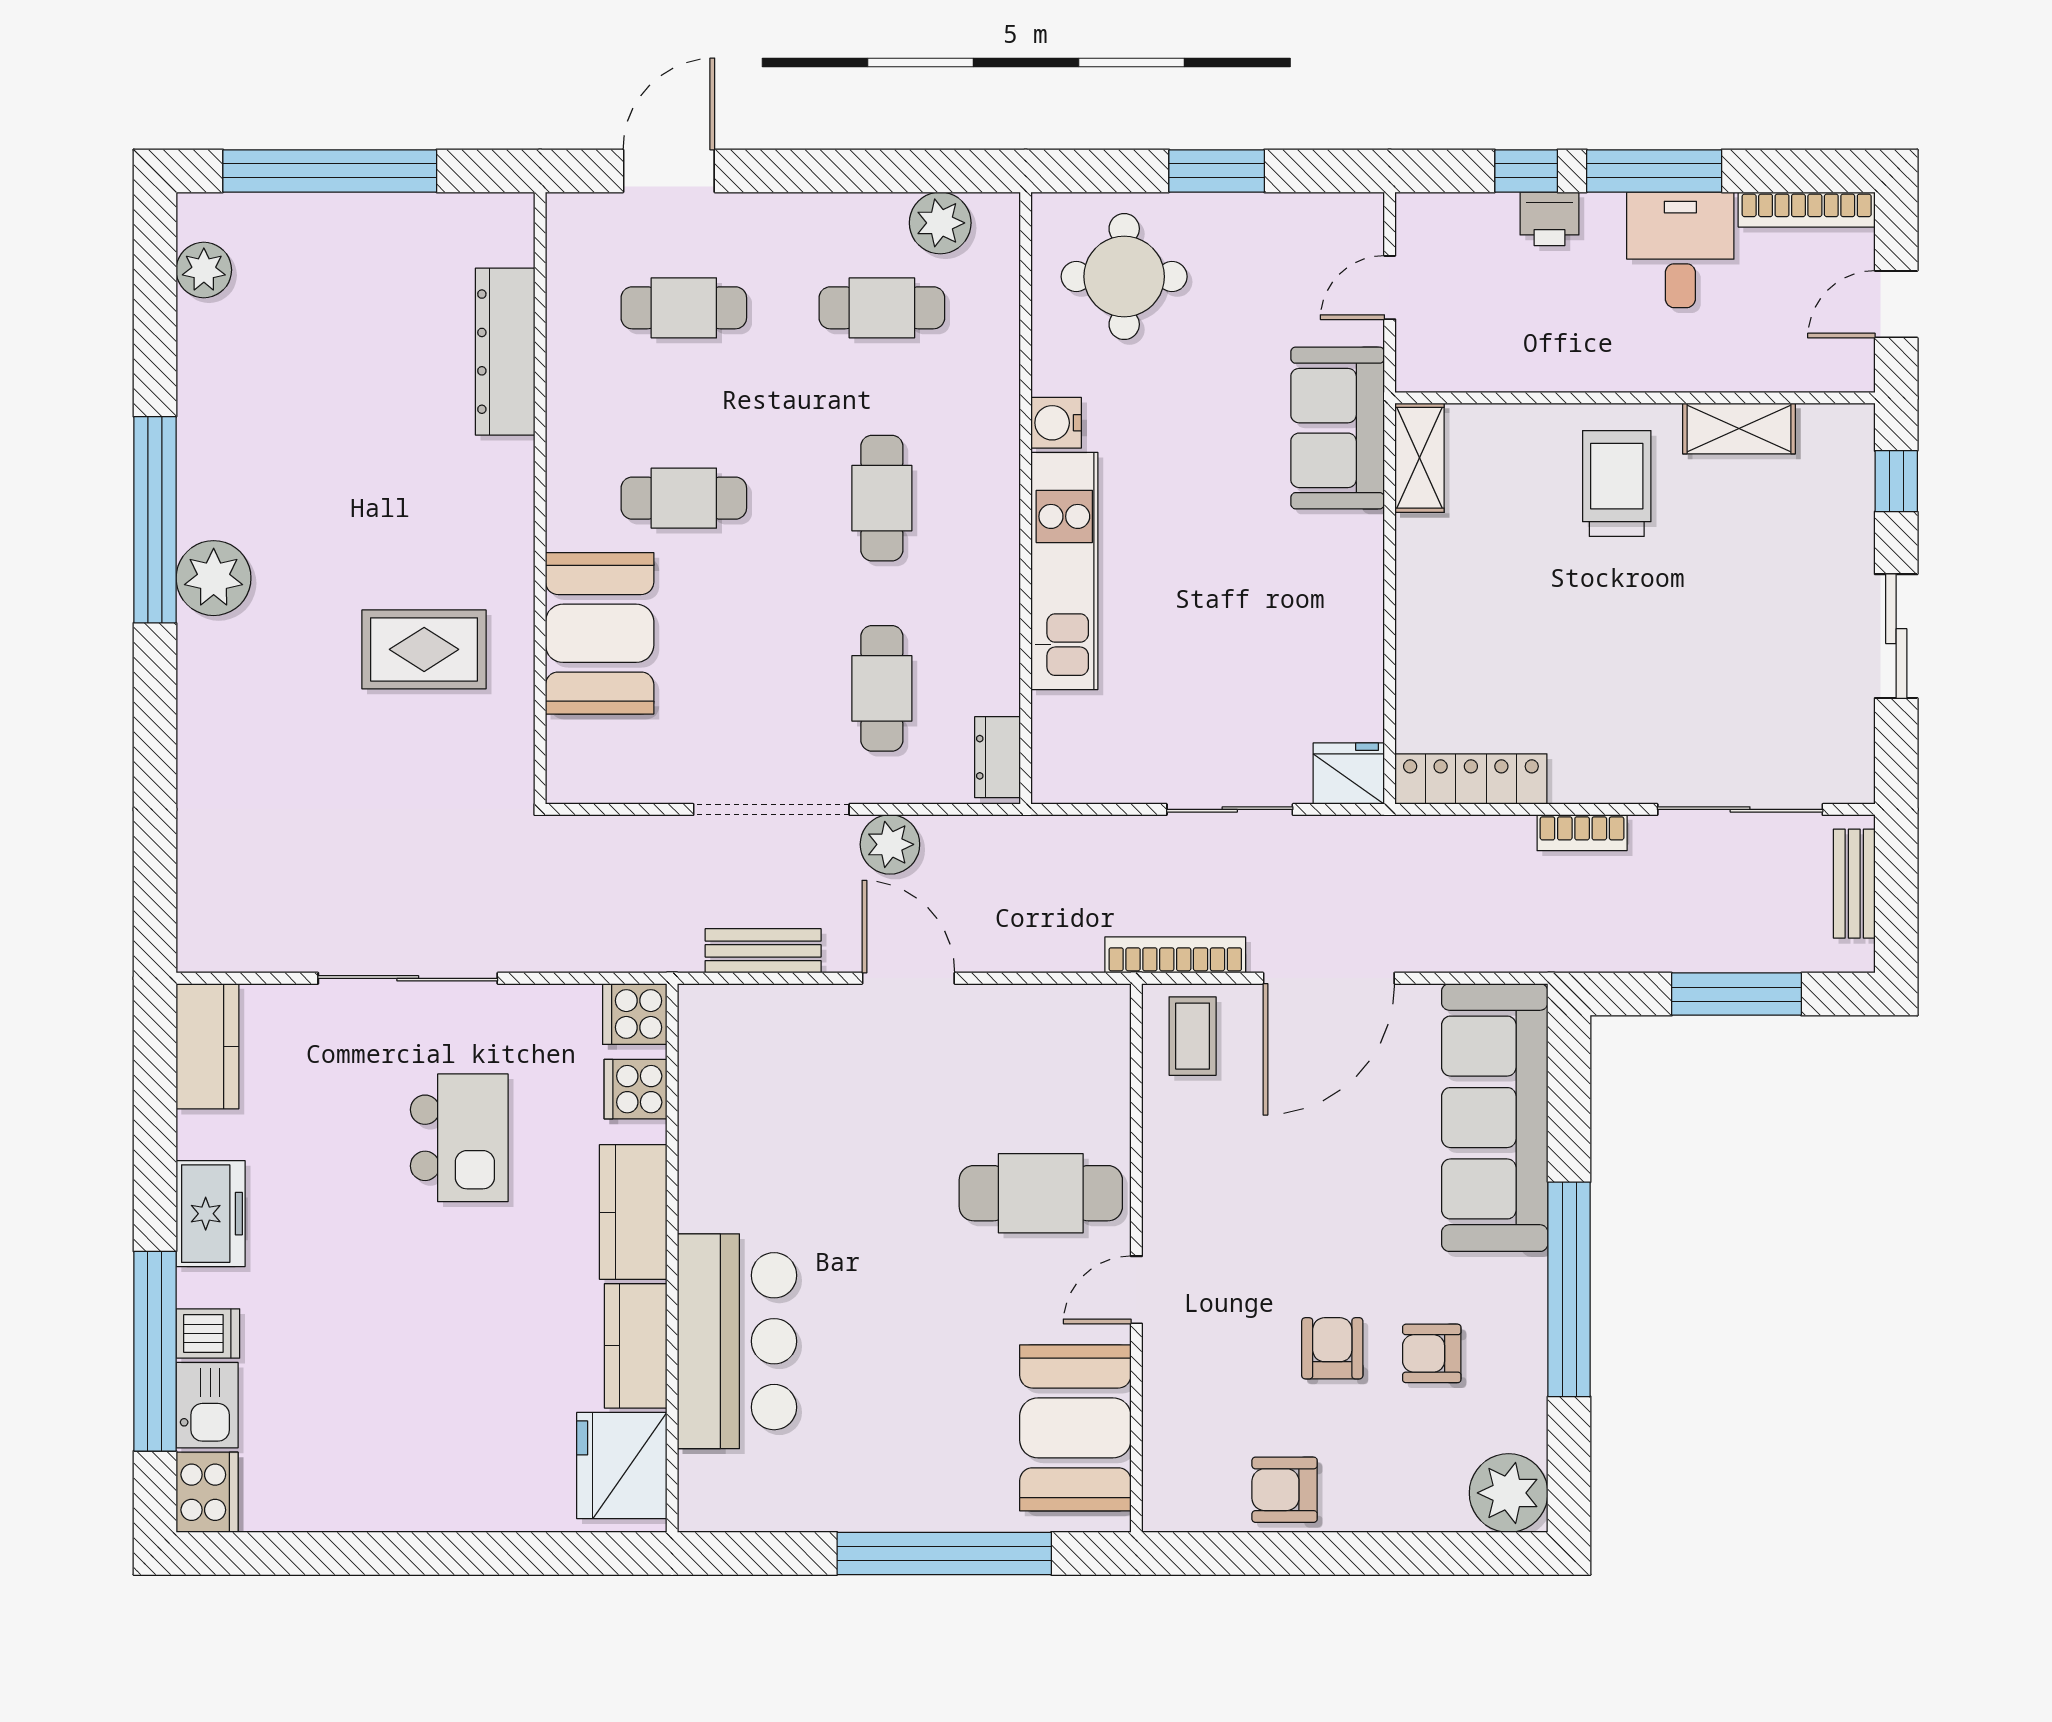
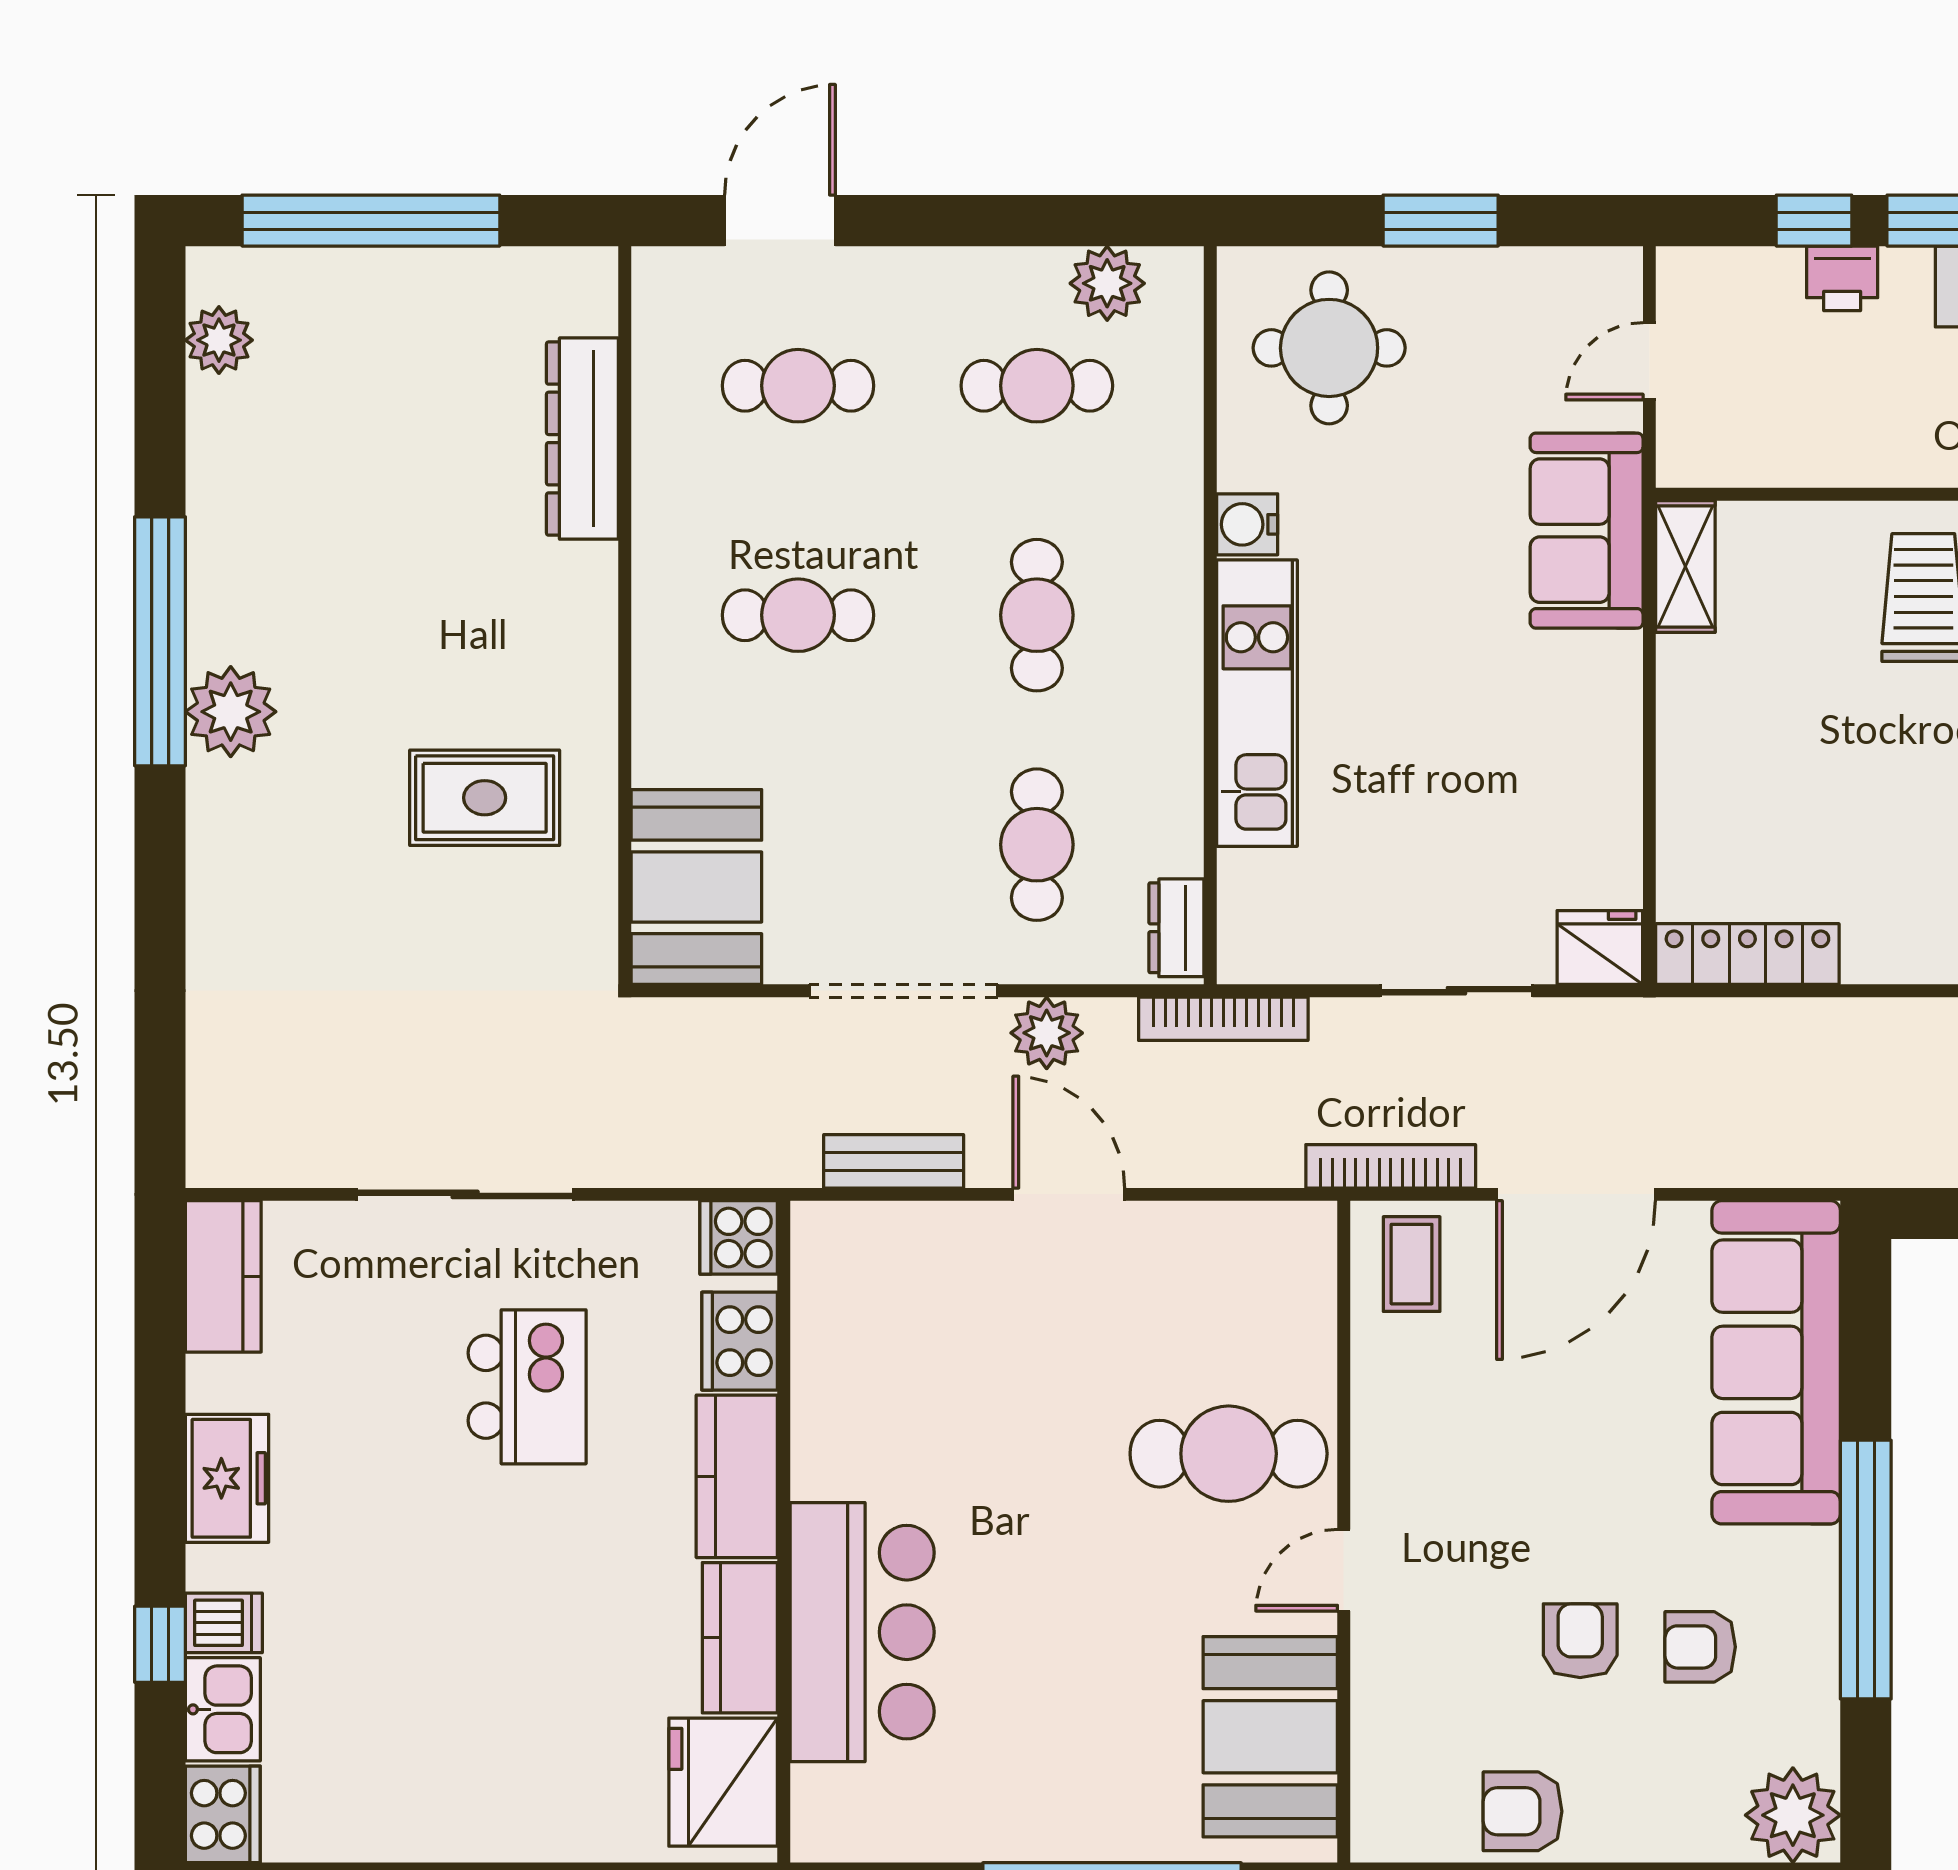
booth: (600, 633) -> (696, 887), moved
bookcase: (1582, 833) -> (1223, 1019), moved, width x1.56
cooker: (635, 1089) -> (740, 1341), width x1.36
window: (155, 1351) -> (160, 1644), width x0.32

